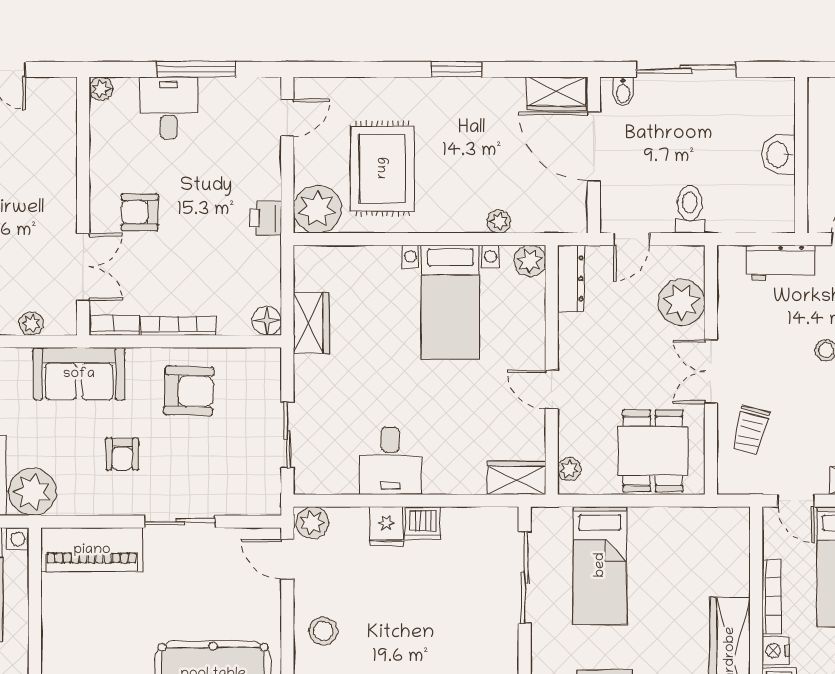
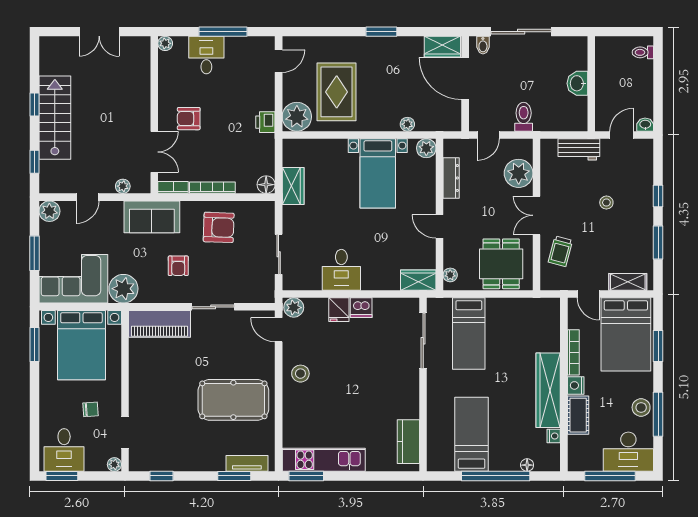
dresser: (571, 278) -> (451, 178), moved

